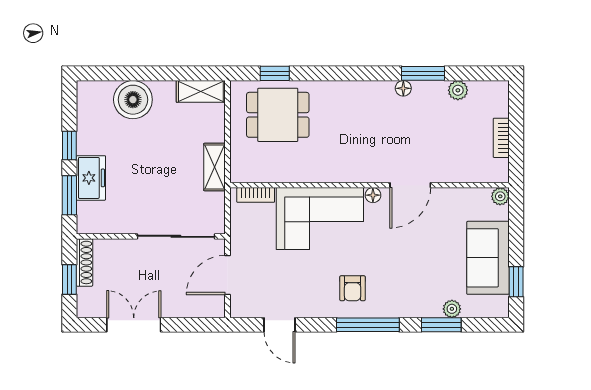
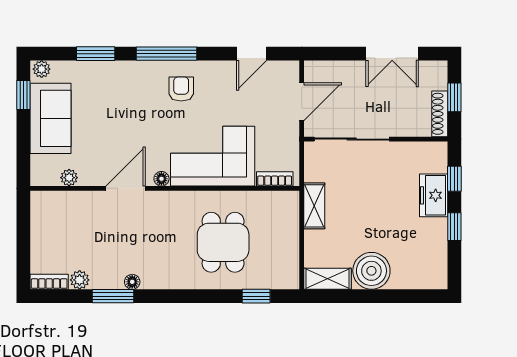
boiler: (133, 100) -> (371, 271), moved
dining table: (278, 115) -> (223, 242), moved, turned 90
bookcase: (501, 138) -> (49, 282), moved, turned -90
window: (69, 195) -> (454, 179), width x0.67
plant: (500, 196) -> (69, 178), moved
plant: (452, 309) -> (42, 69), moved
door: (279, 325) -> (252, 54), swing flipped

